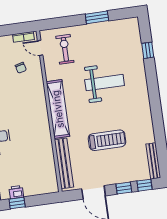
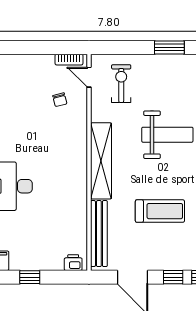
printer: (16, 192) -> (73, 263), moved

